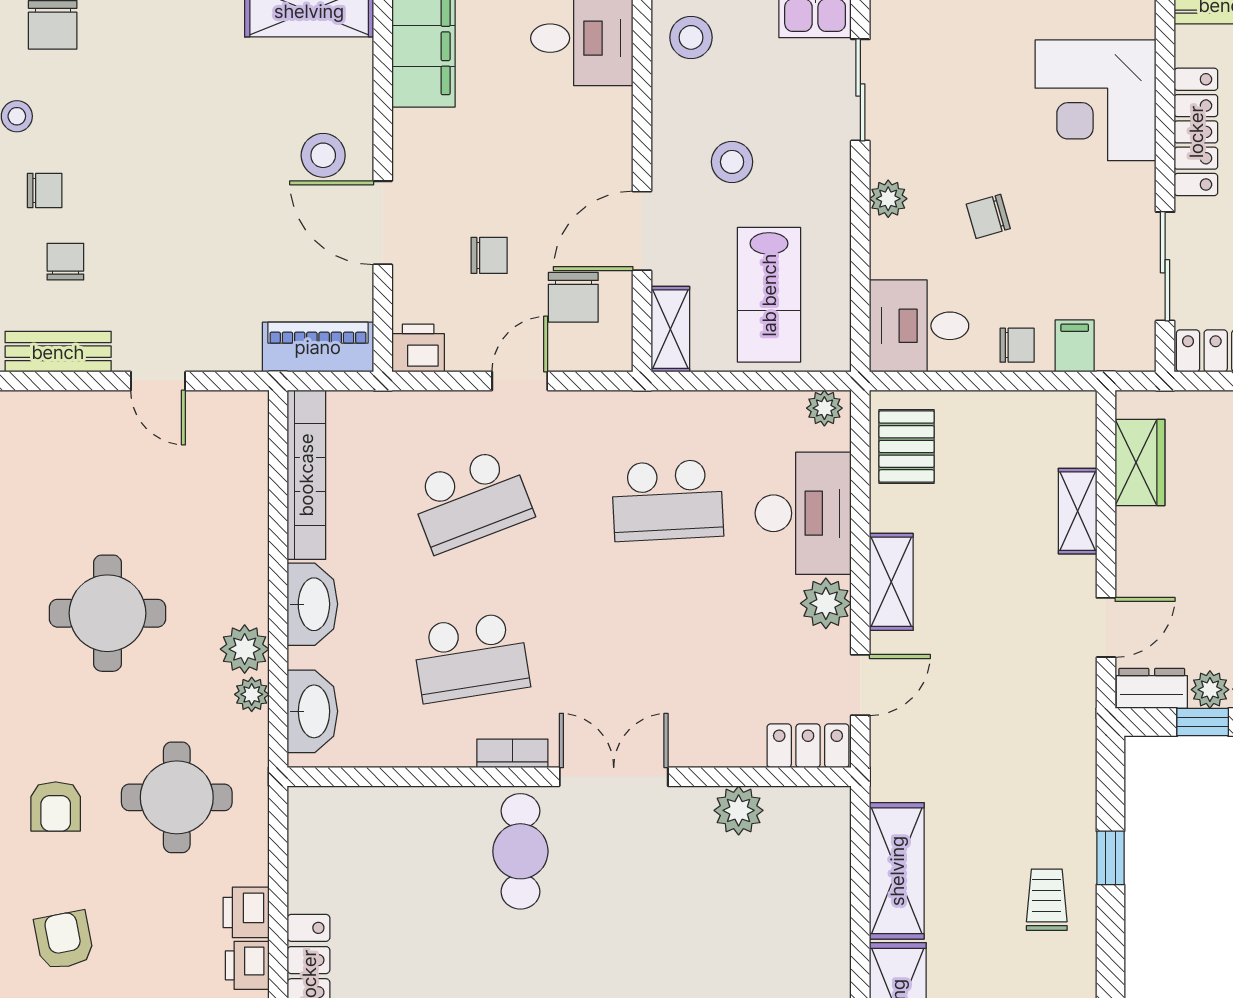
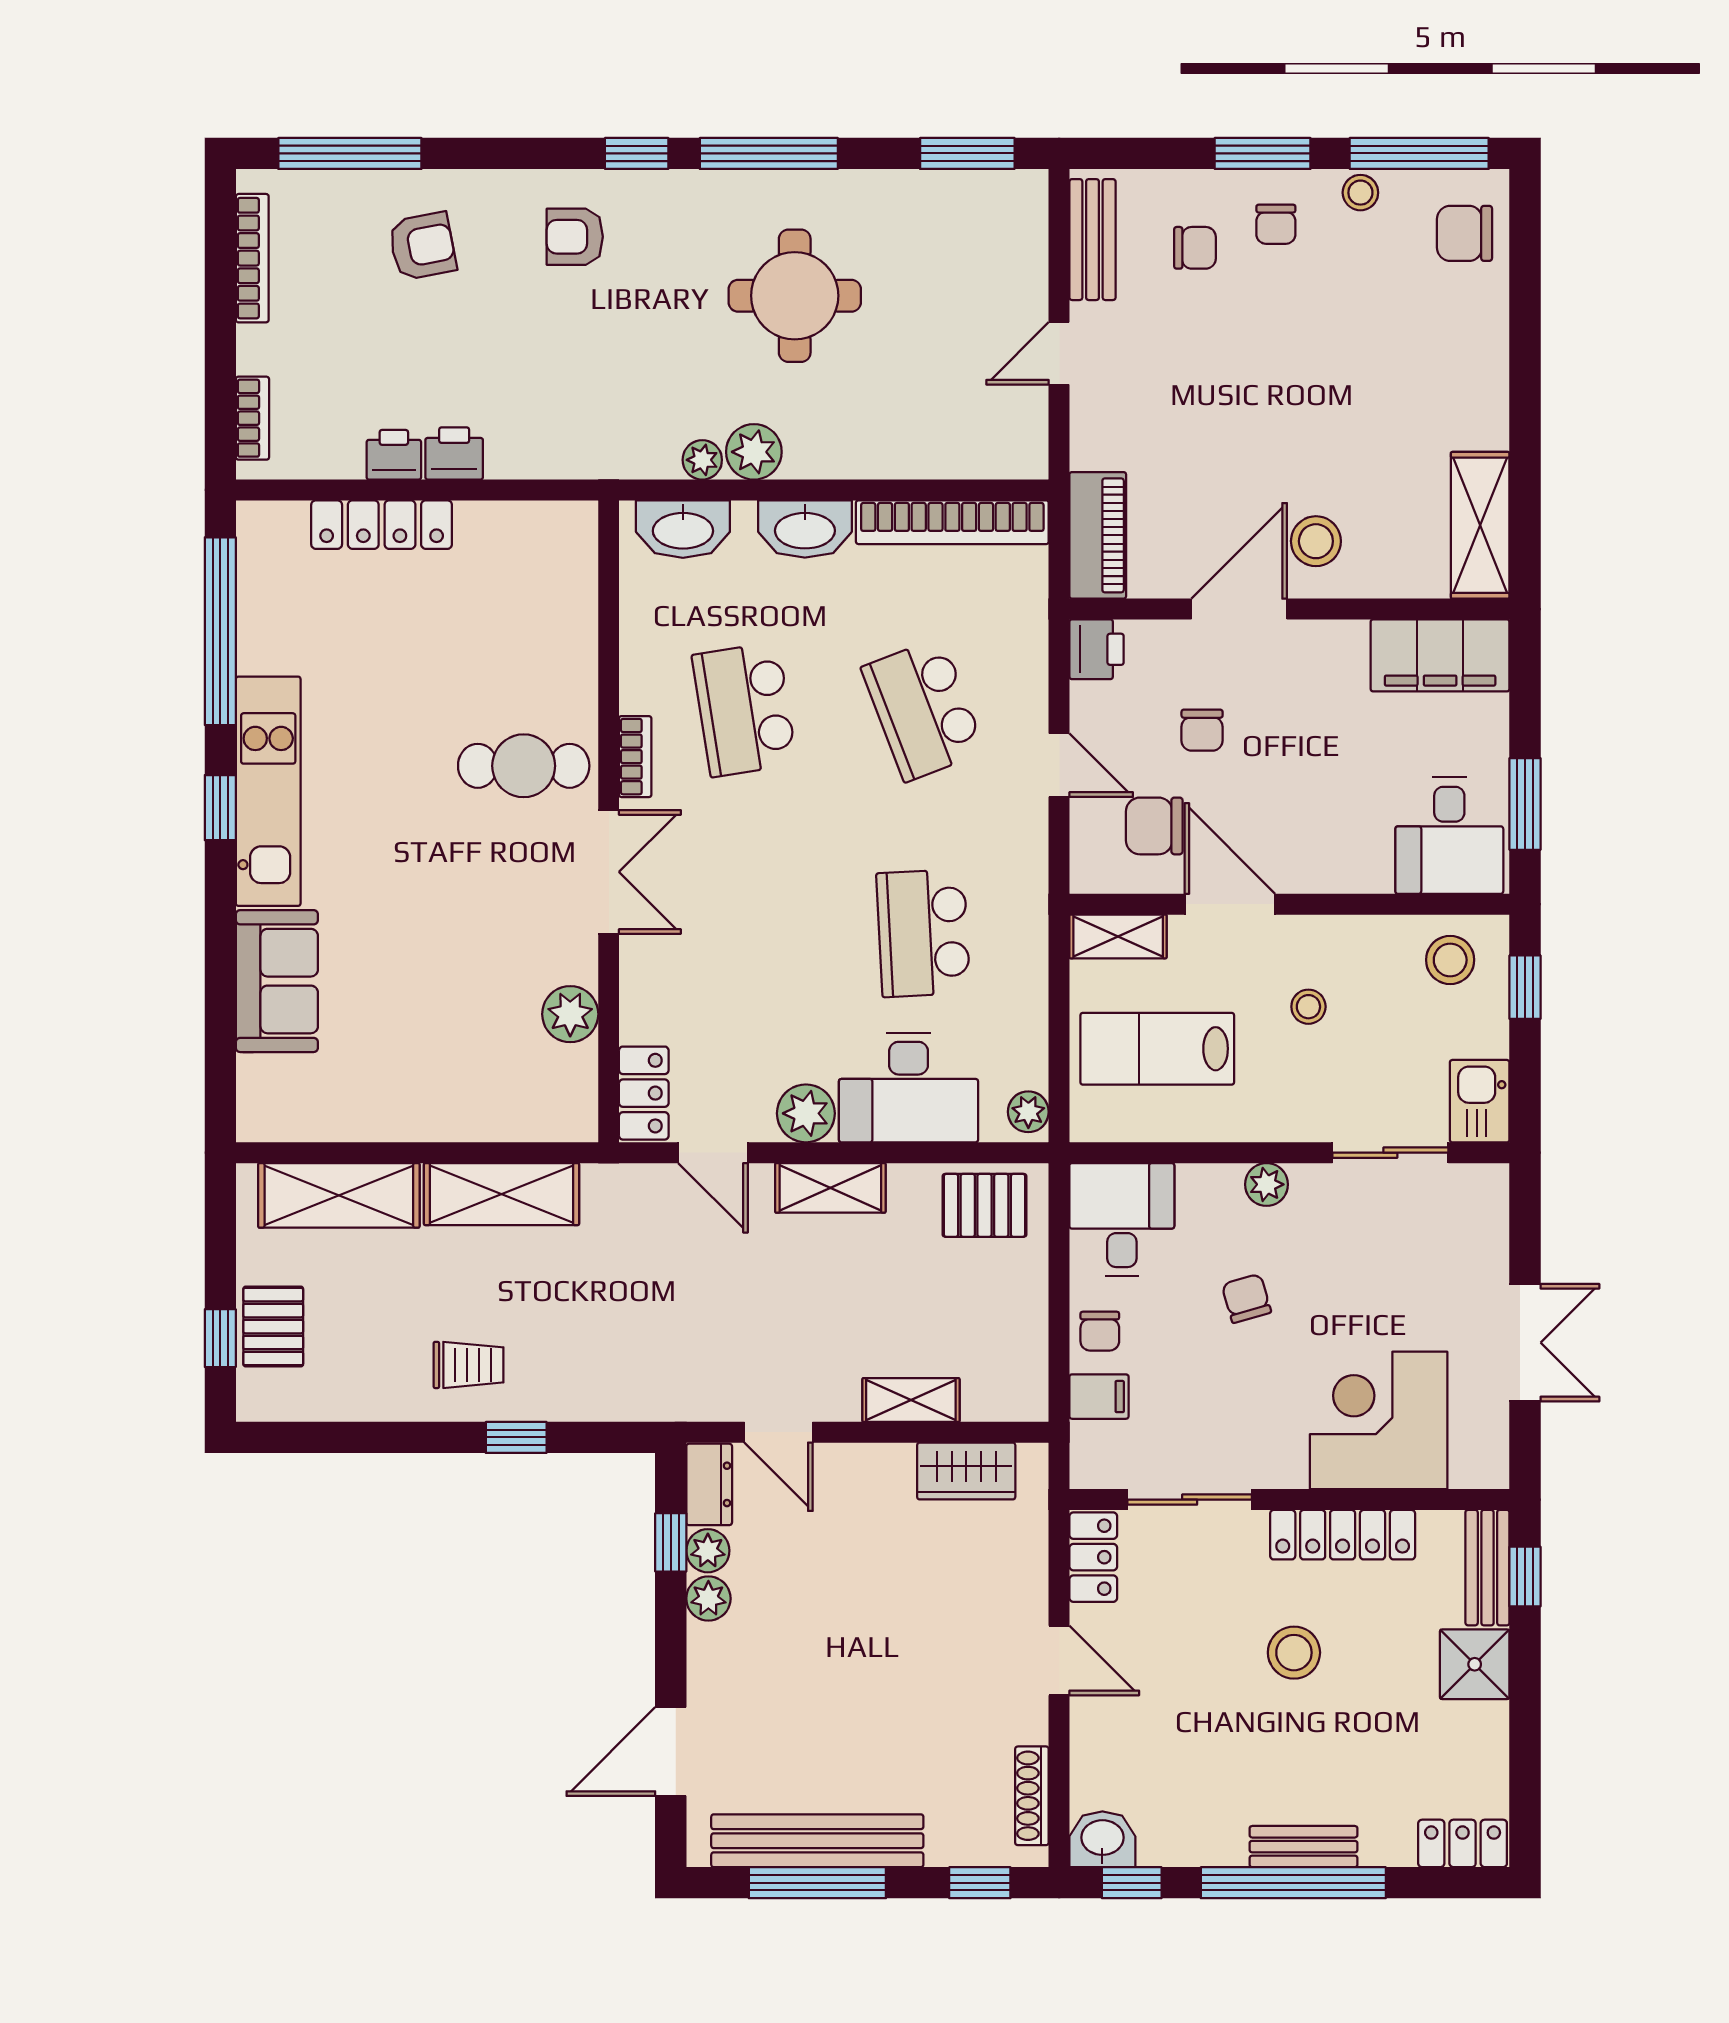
stool: (732, 162) -> (1308, 1007), width x0.73, depth x0.73
round table: (177, 797) -> (585, 375), removed

